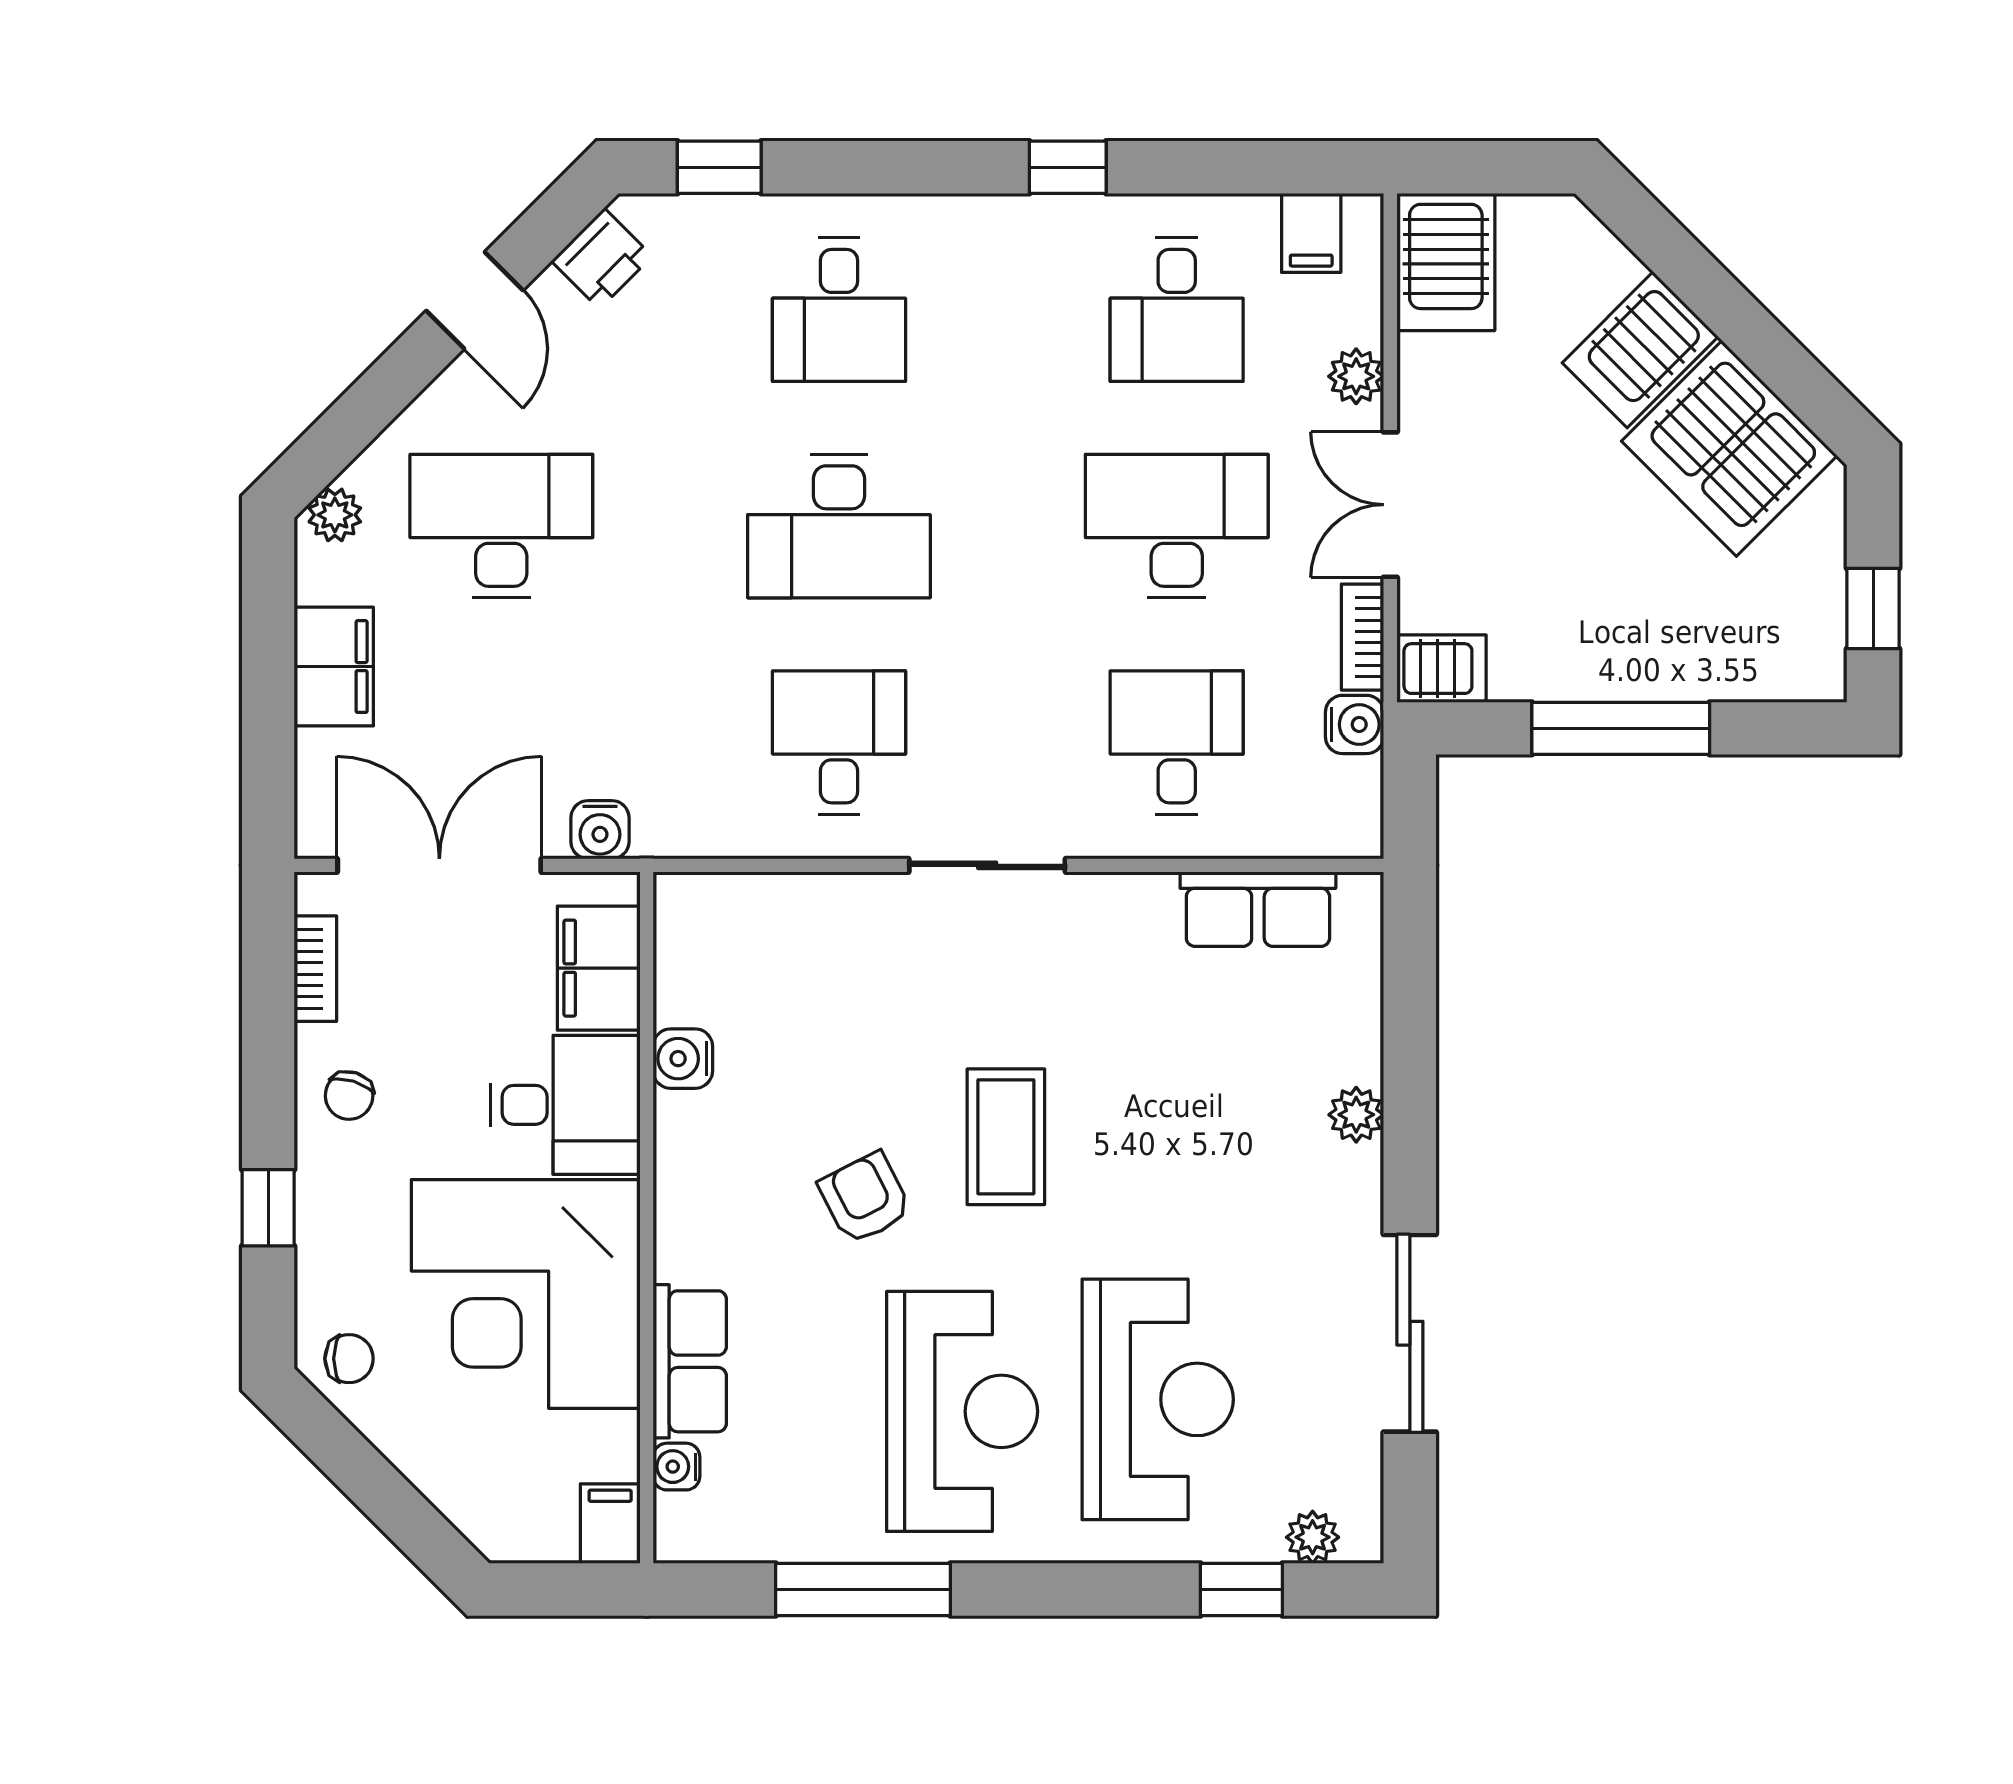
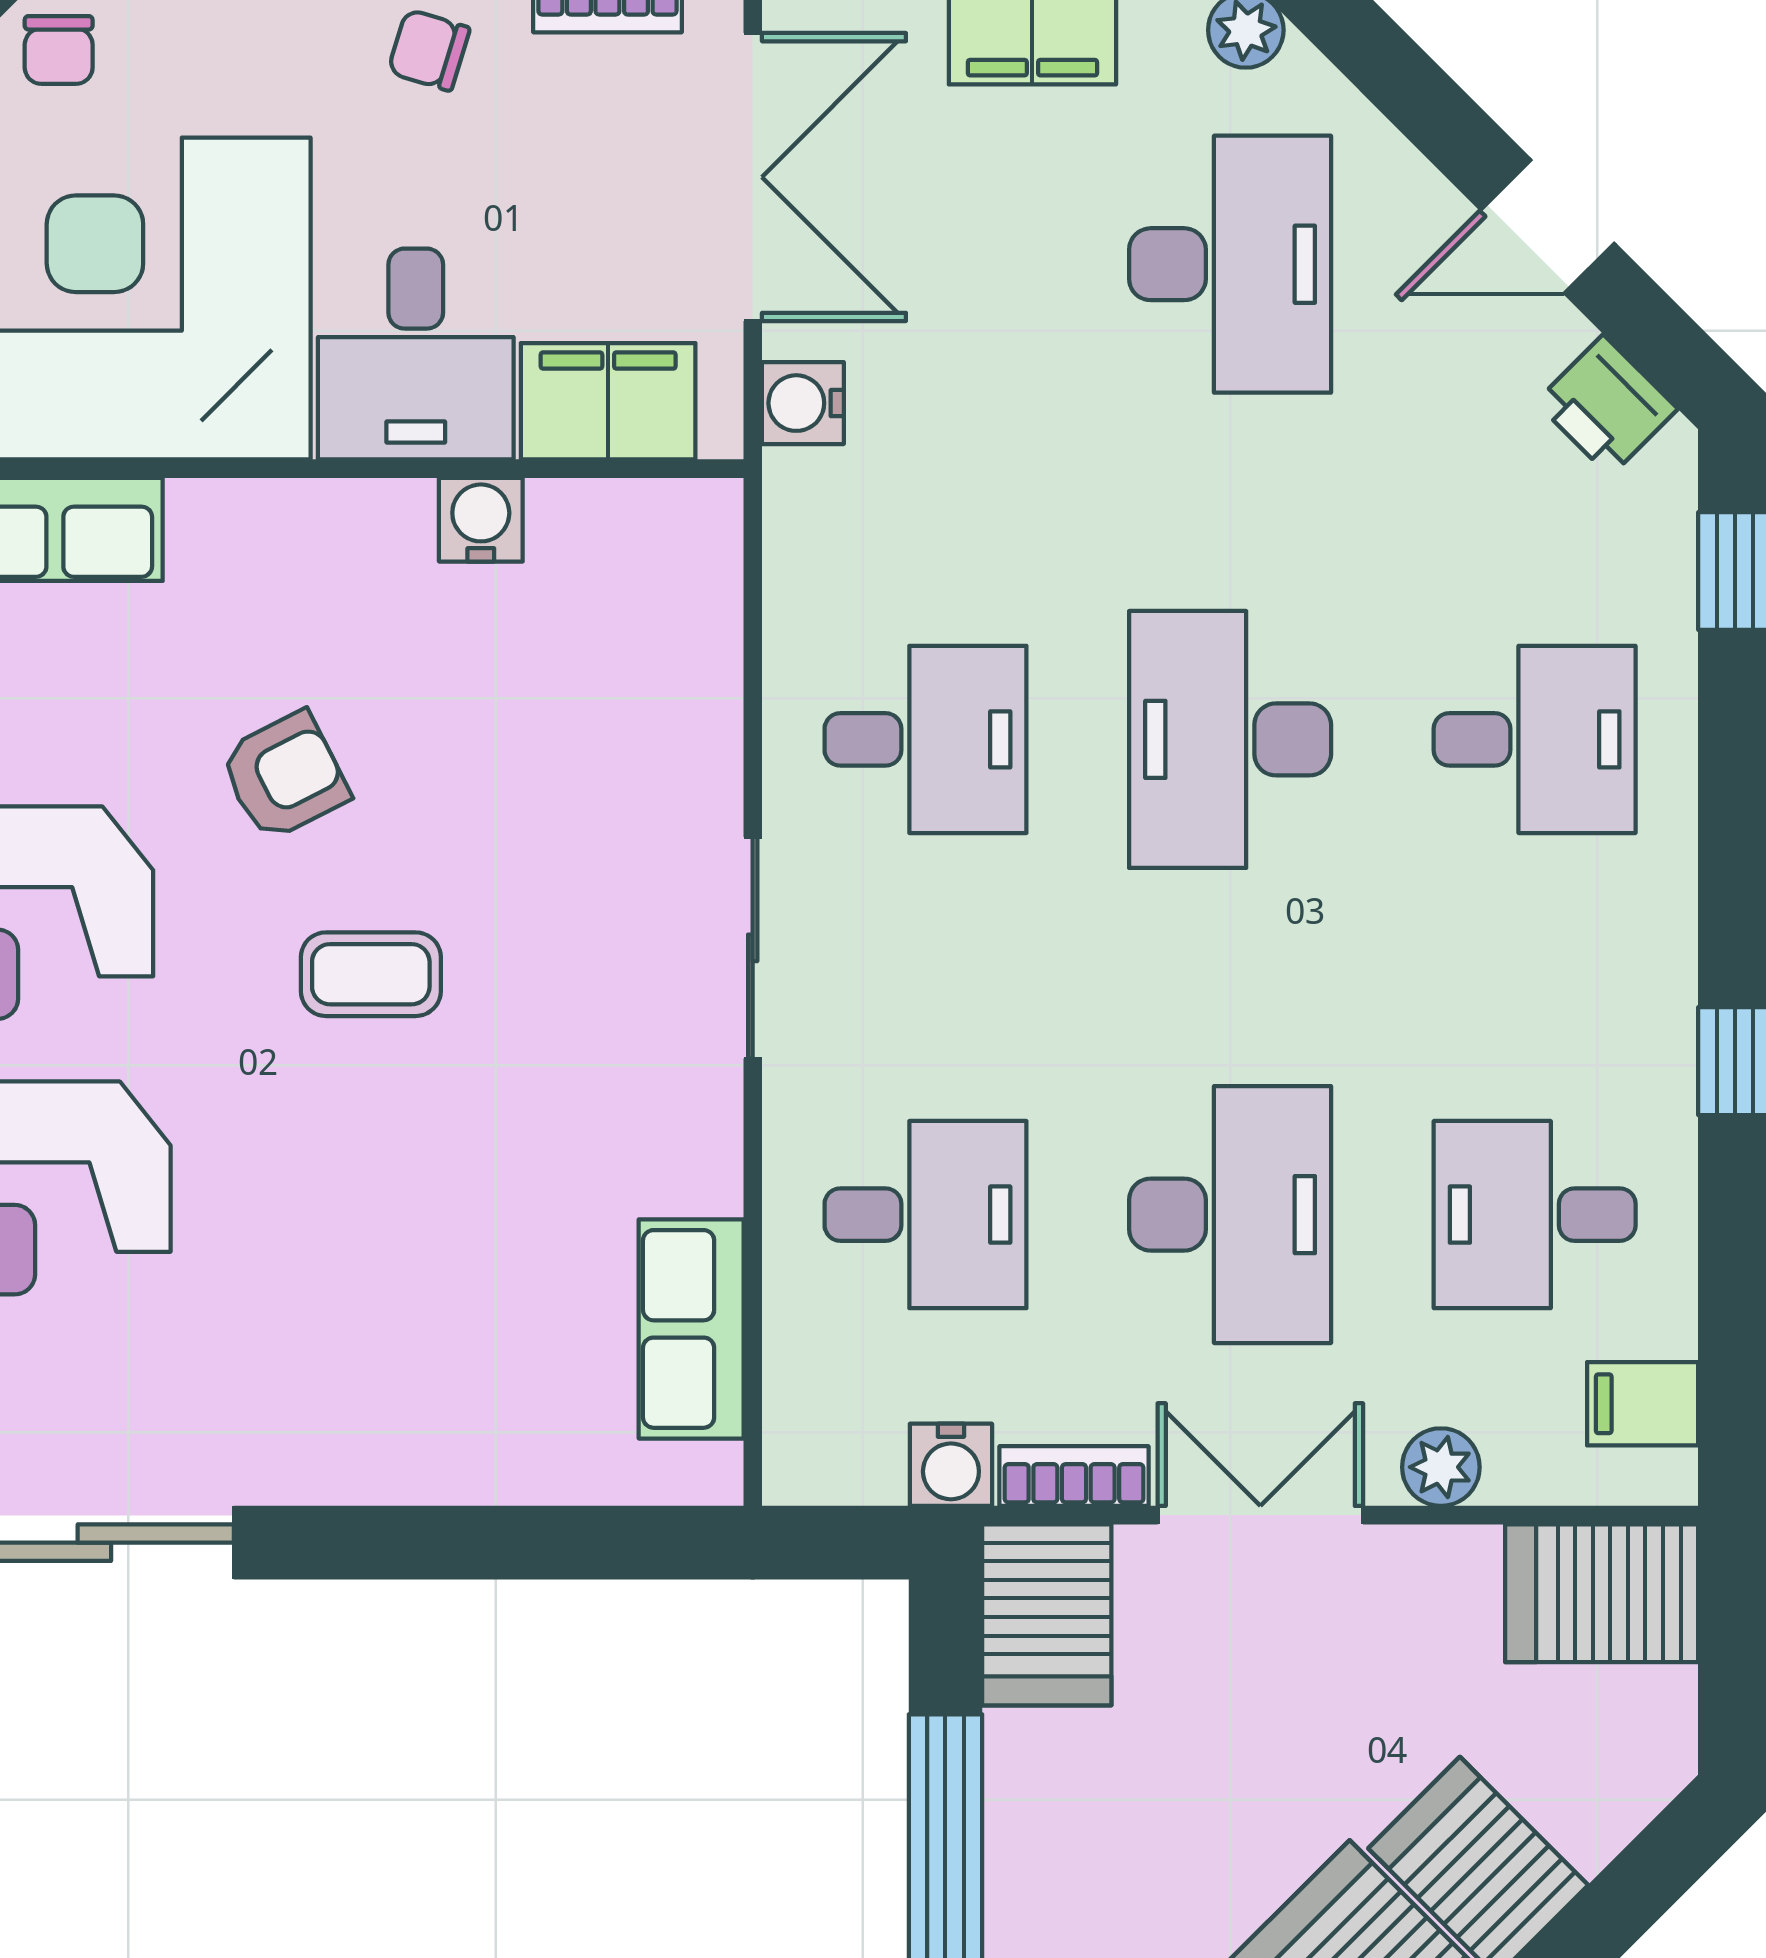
desk: (839, 310) -> (1535, 739), turned 180
server rack: (1442, 669) -> (1047, 1615), width x1.36, depth x1.44
plant: (1356, 1115) -> (402, 1467), removed
coffee table: (1006, 1137) -> (371, 974), width x0.73, depth x0.77

